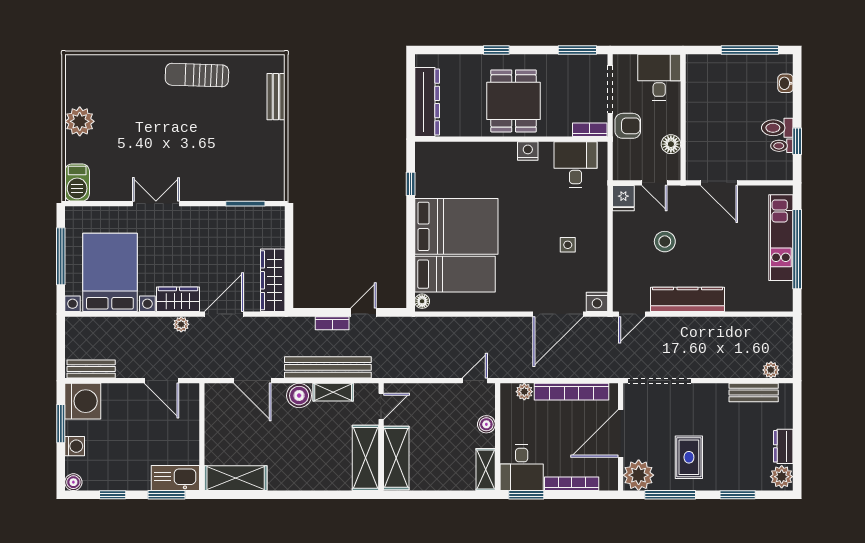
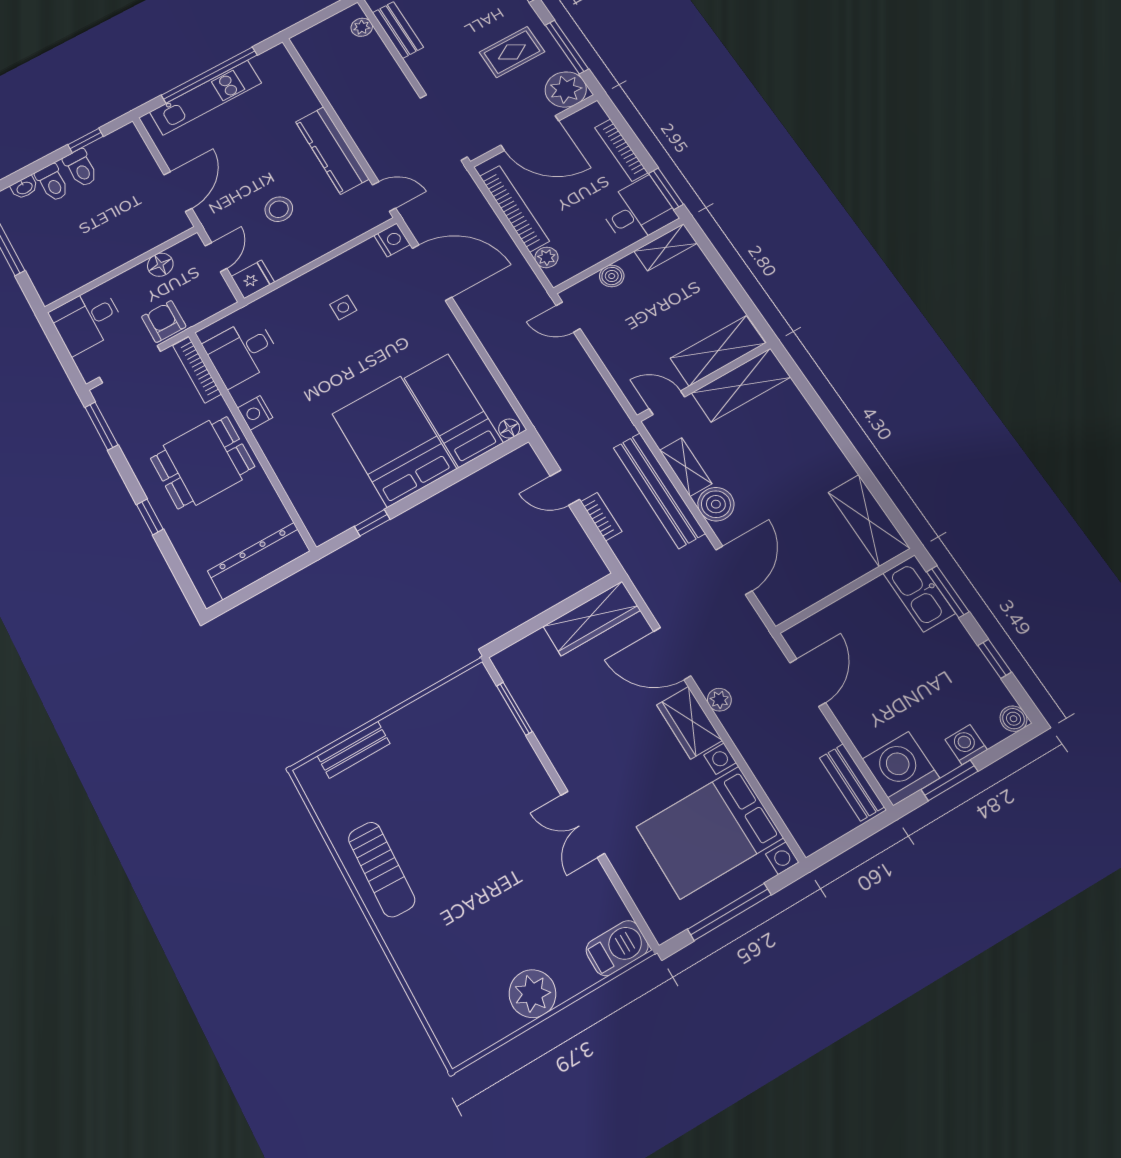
bookcase: (590, 130) -> (197, 370), width x1.56
toilet: (782, 146) -> (52, 183), moved, width x1.37, depth x1.39

